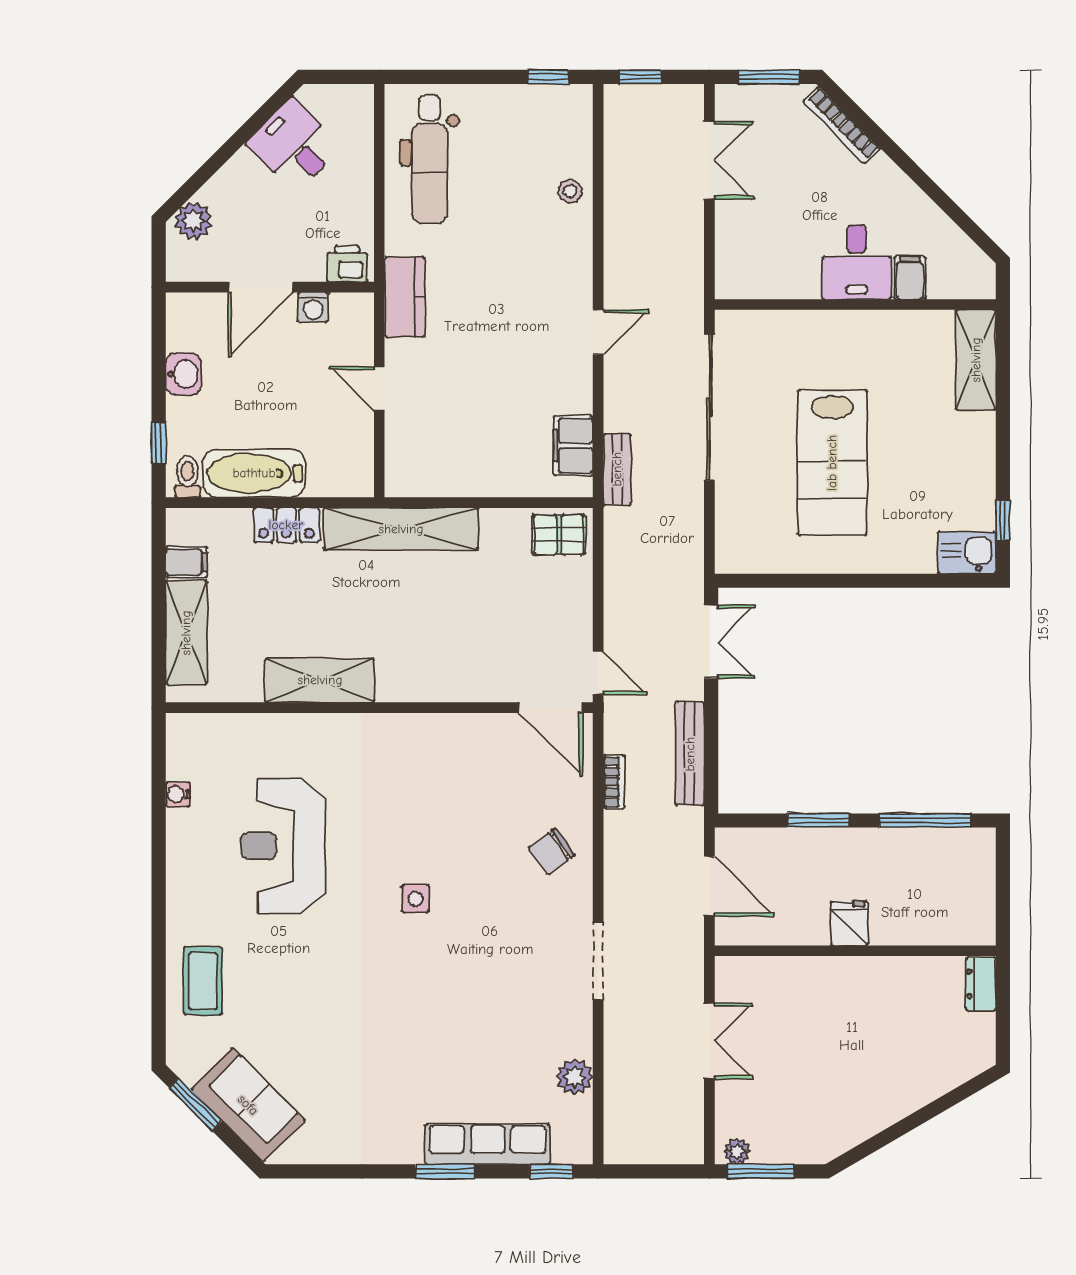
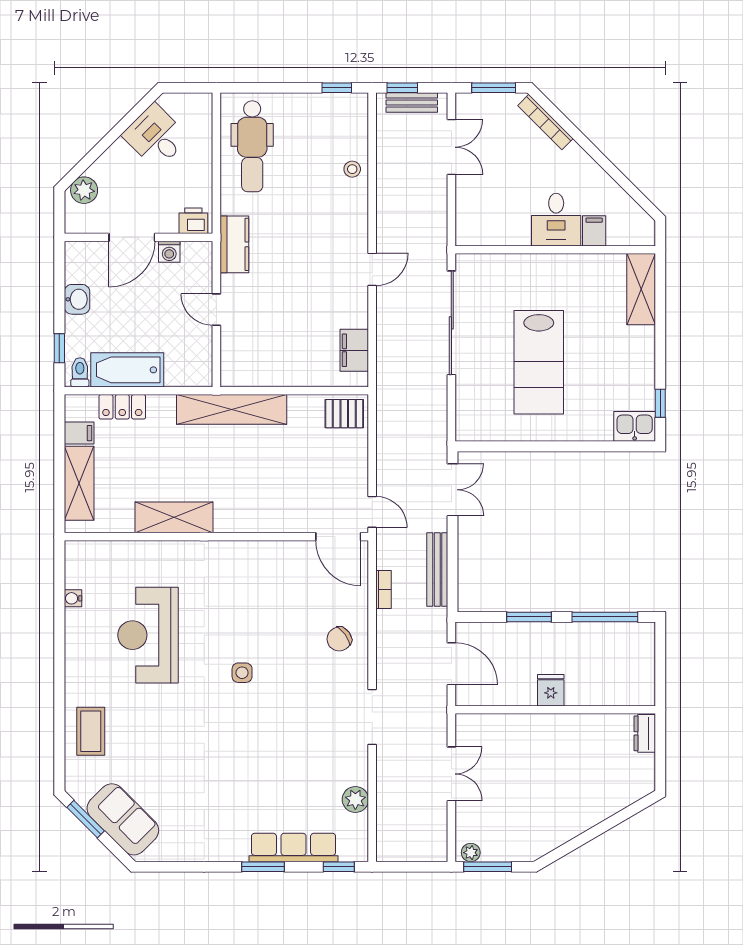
bench: (617, 469) -> (412, 102), moved, turned 90
locker: (286, 525) -> (122, 407), moved

